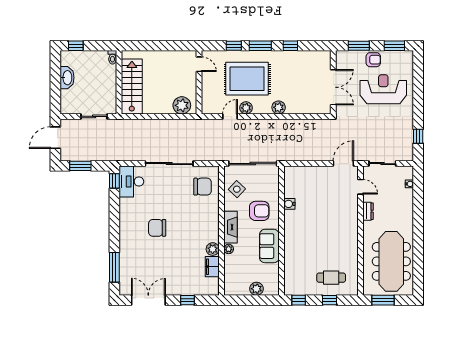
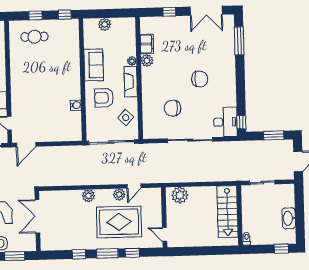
chair: (202, 187) -> (173, 108), moved

